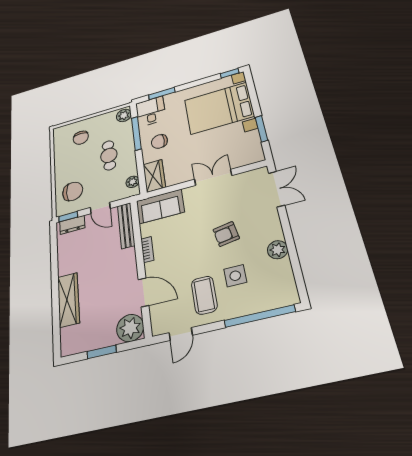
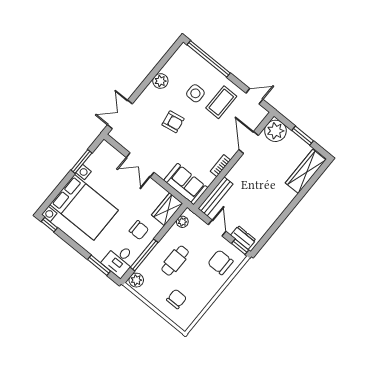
wardrobe: (68, 300) -> (306, 171), moved

